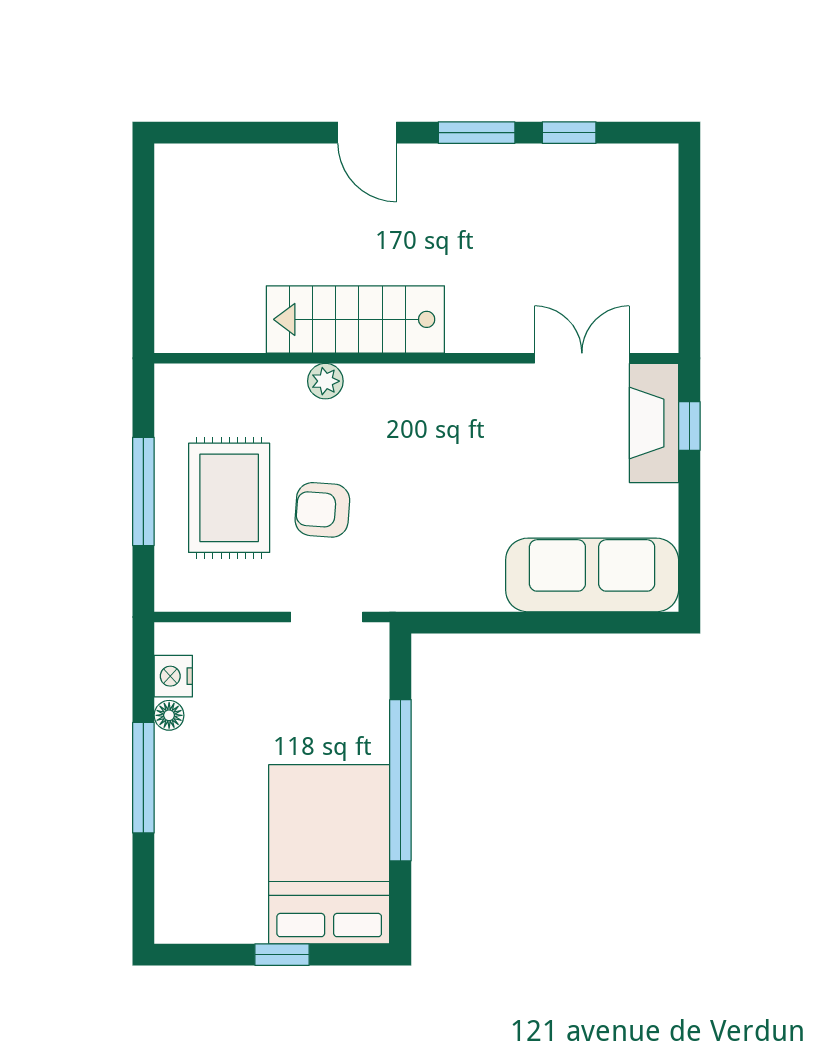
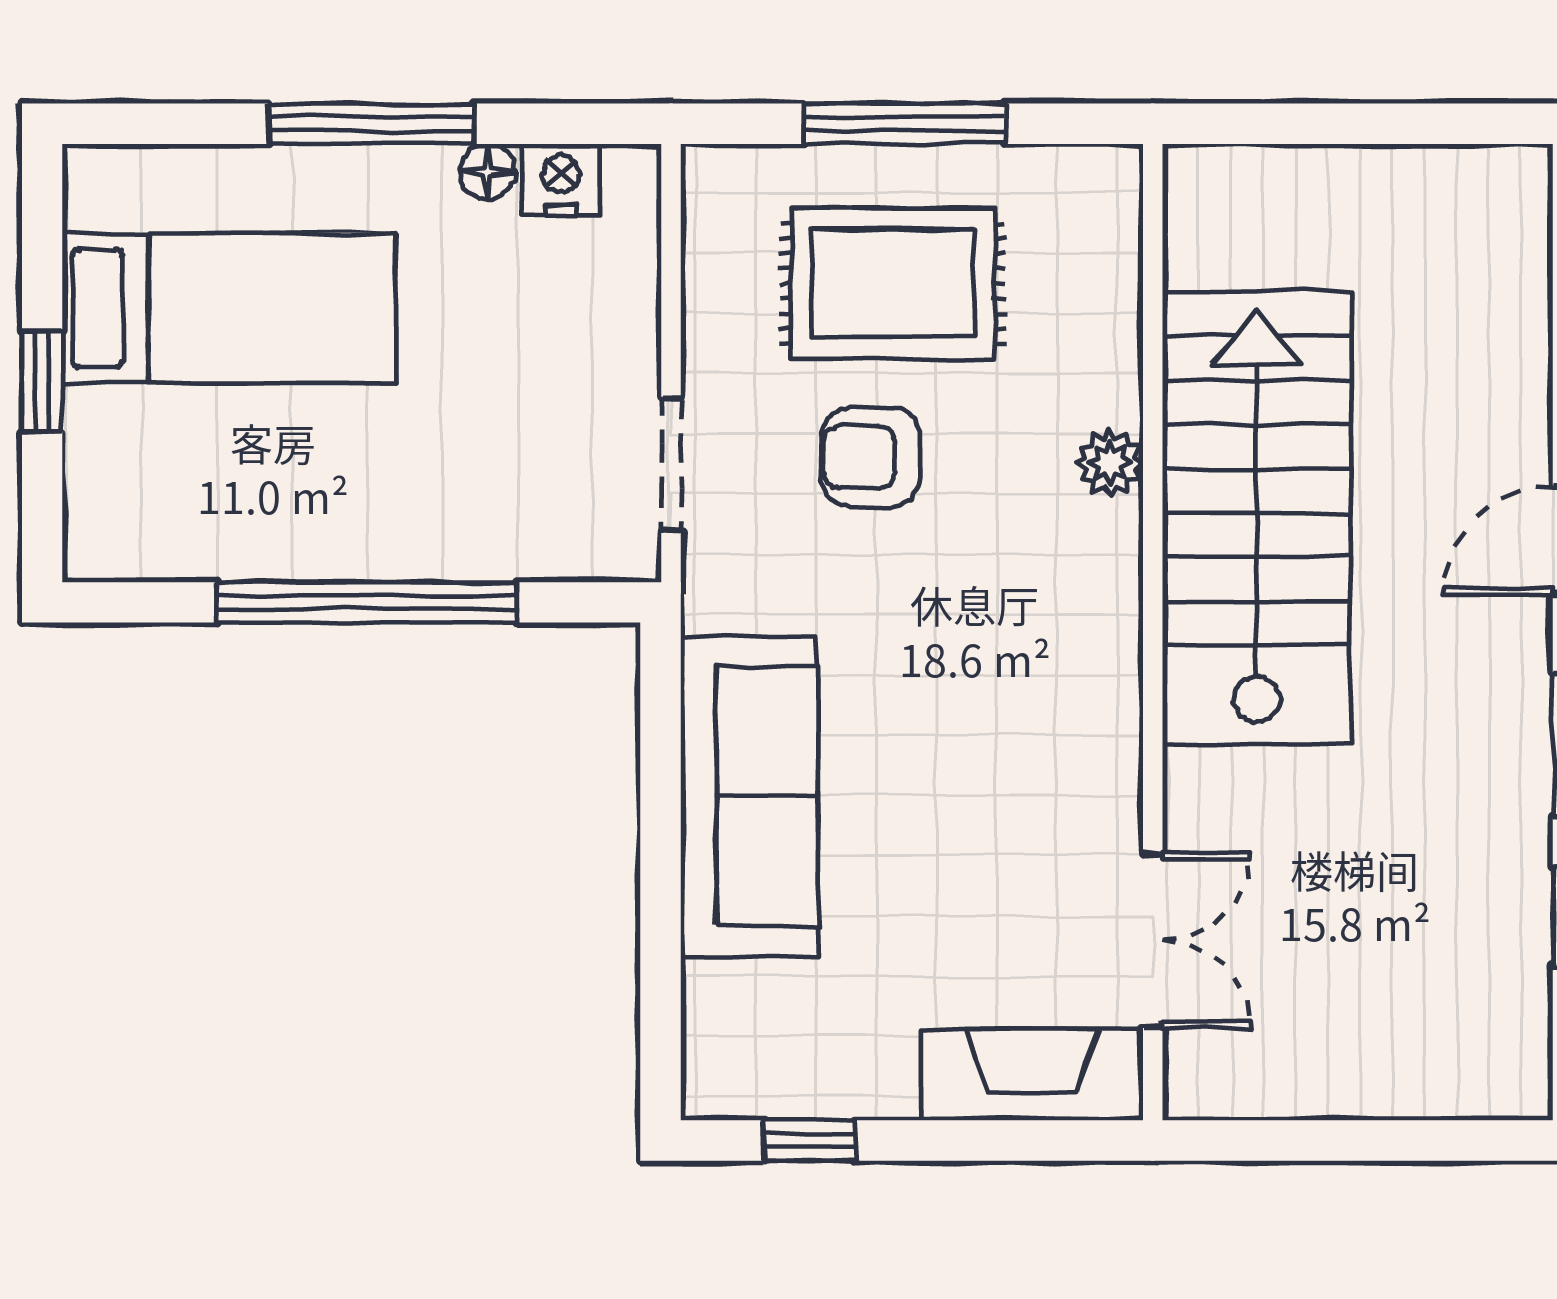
stairs: (355, 319) -> (1257, 518), width x1.36, depth x1.51
window: (689, 426) -> (810, 1140), moved
armchair: (322, 510) -> (870, 457), turned -94
sofa: (592, 575) -> (749, 797), moved
bed: (329, 854) -> (229, 308), moved, width x0.67

